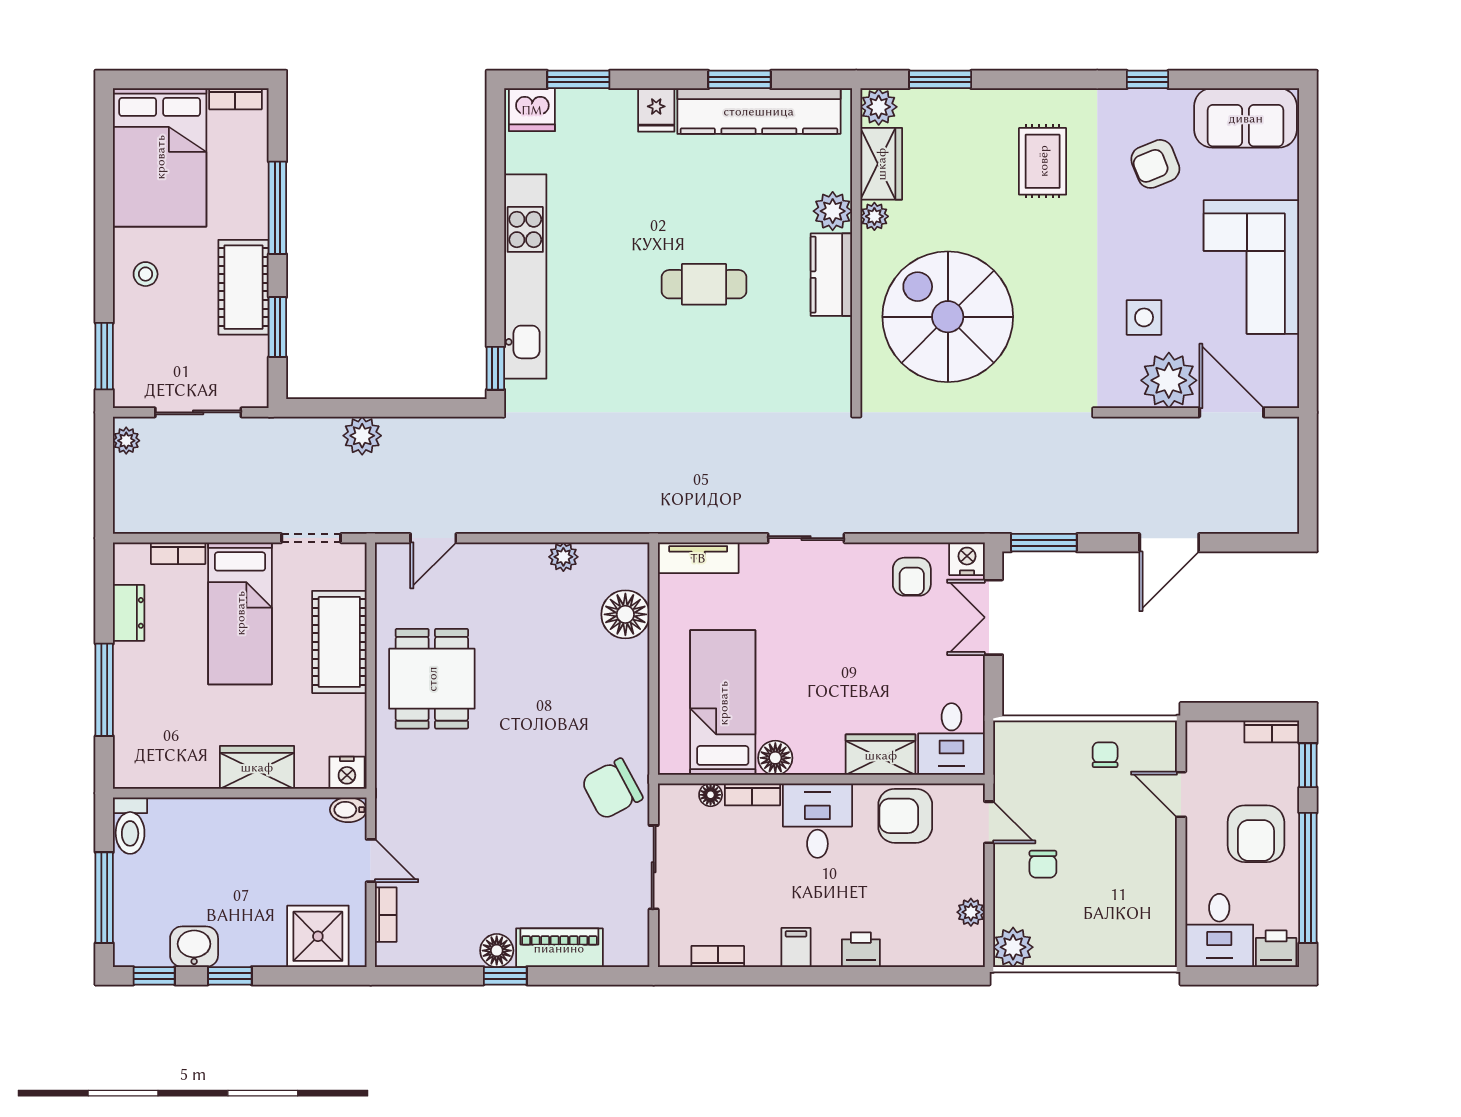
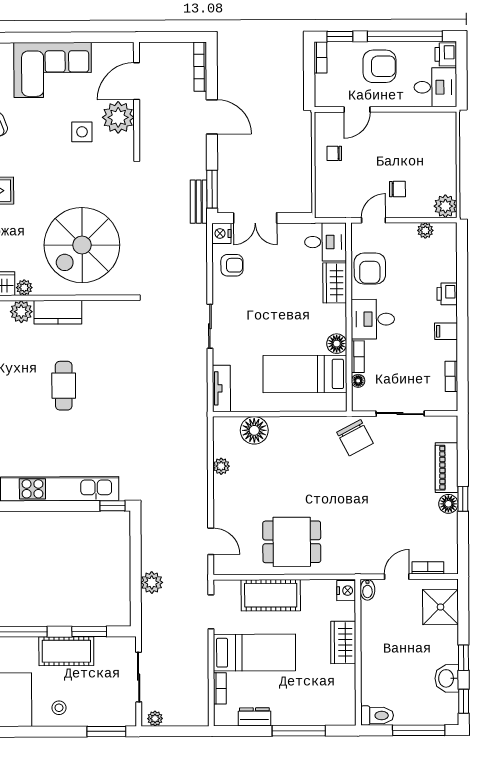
bench: (1022, 520) -> (199, 202), added
bookcase: (1256, 523) -> (200, 67), added

